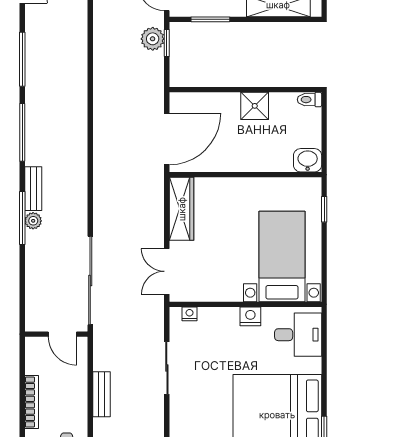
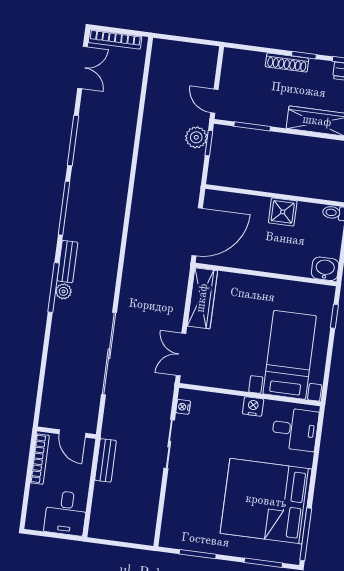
nightstand: (190, 314) -> (183, 407), moved, turned -90
wall: (56, 334) -> (67, 433), moved
door: (62, 334) -> (72, 433), moved

